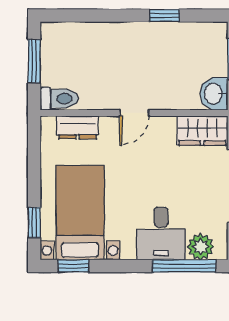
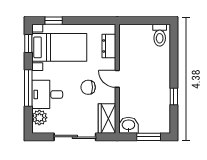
window: (34, 61) -> (147, 21), removed
toilet: (59, 99) -> (160, 35), moved
chair: (149, 163) -> (88, 87), added
window: (184, 266) -> (28, 88), moved

